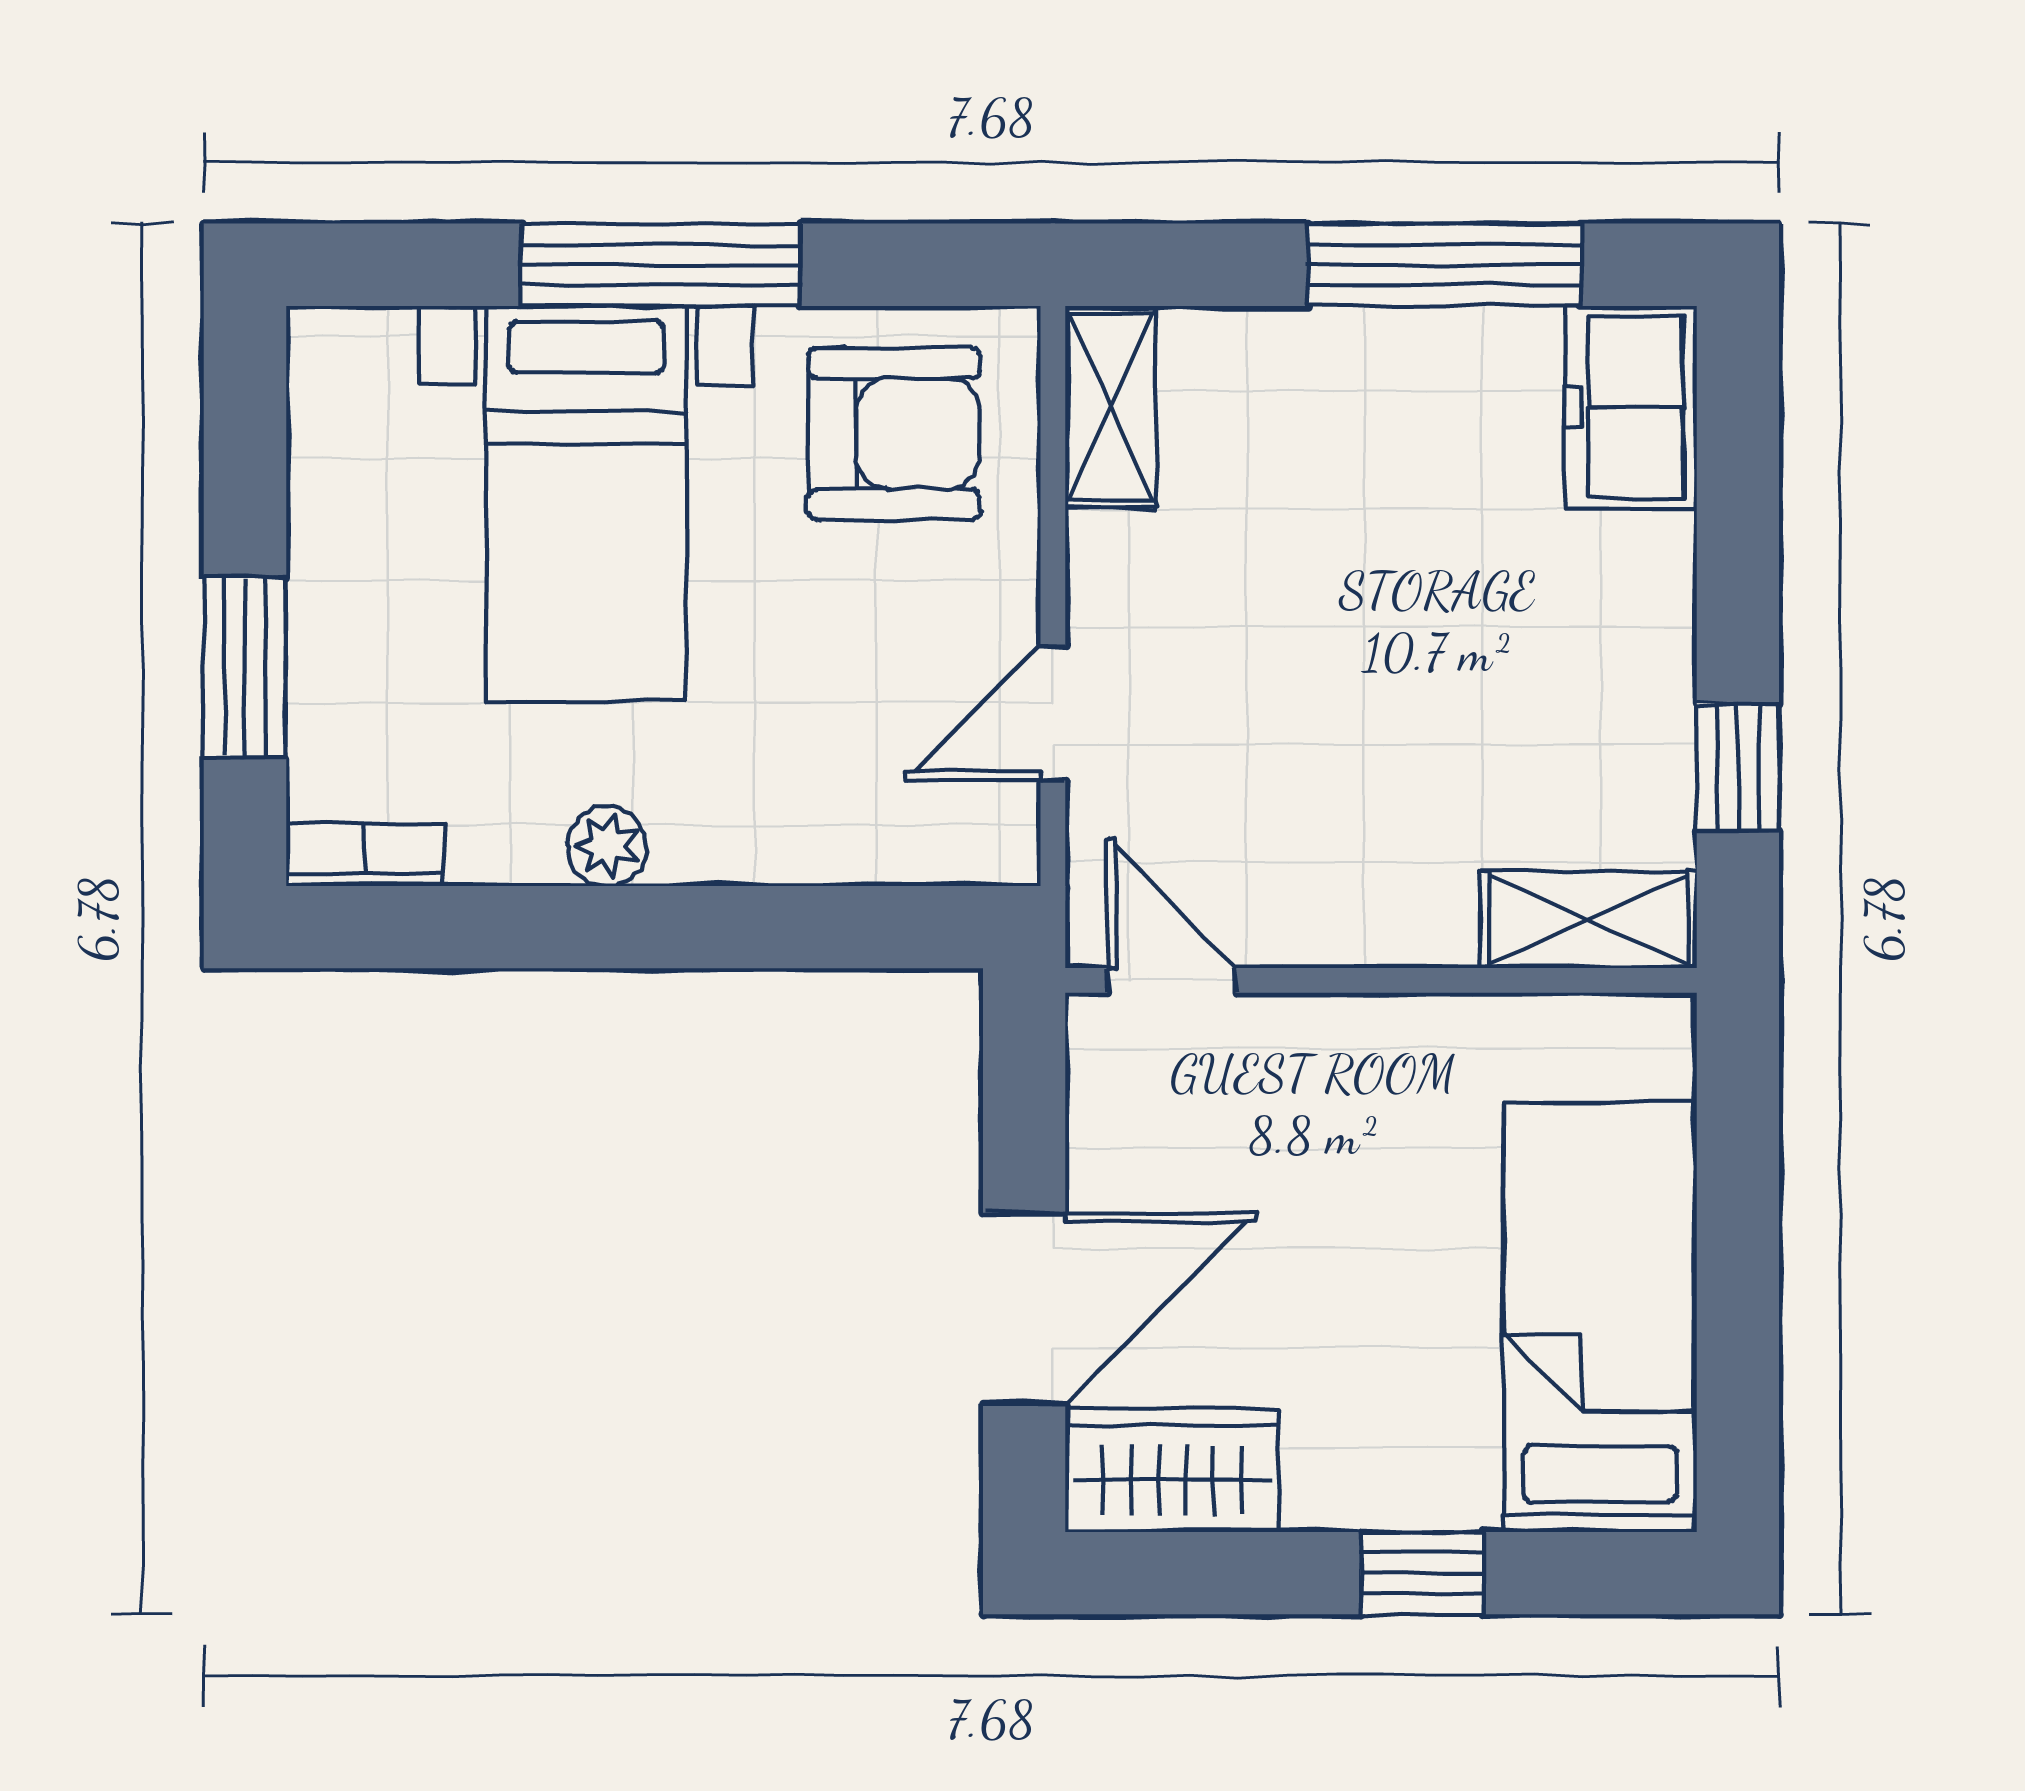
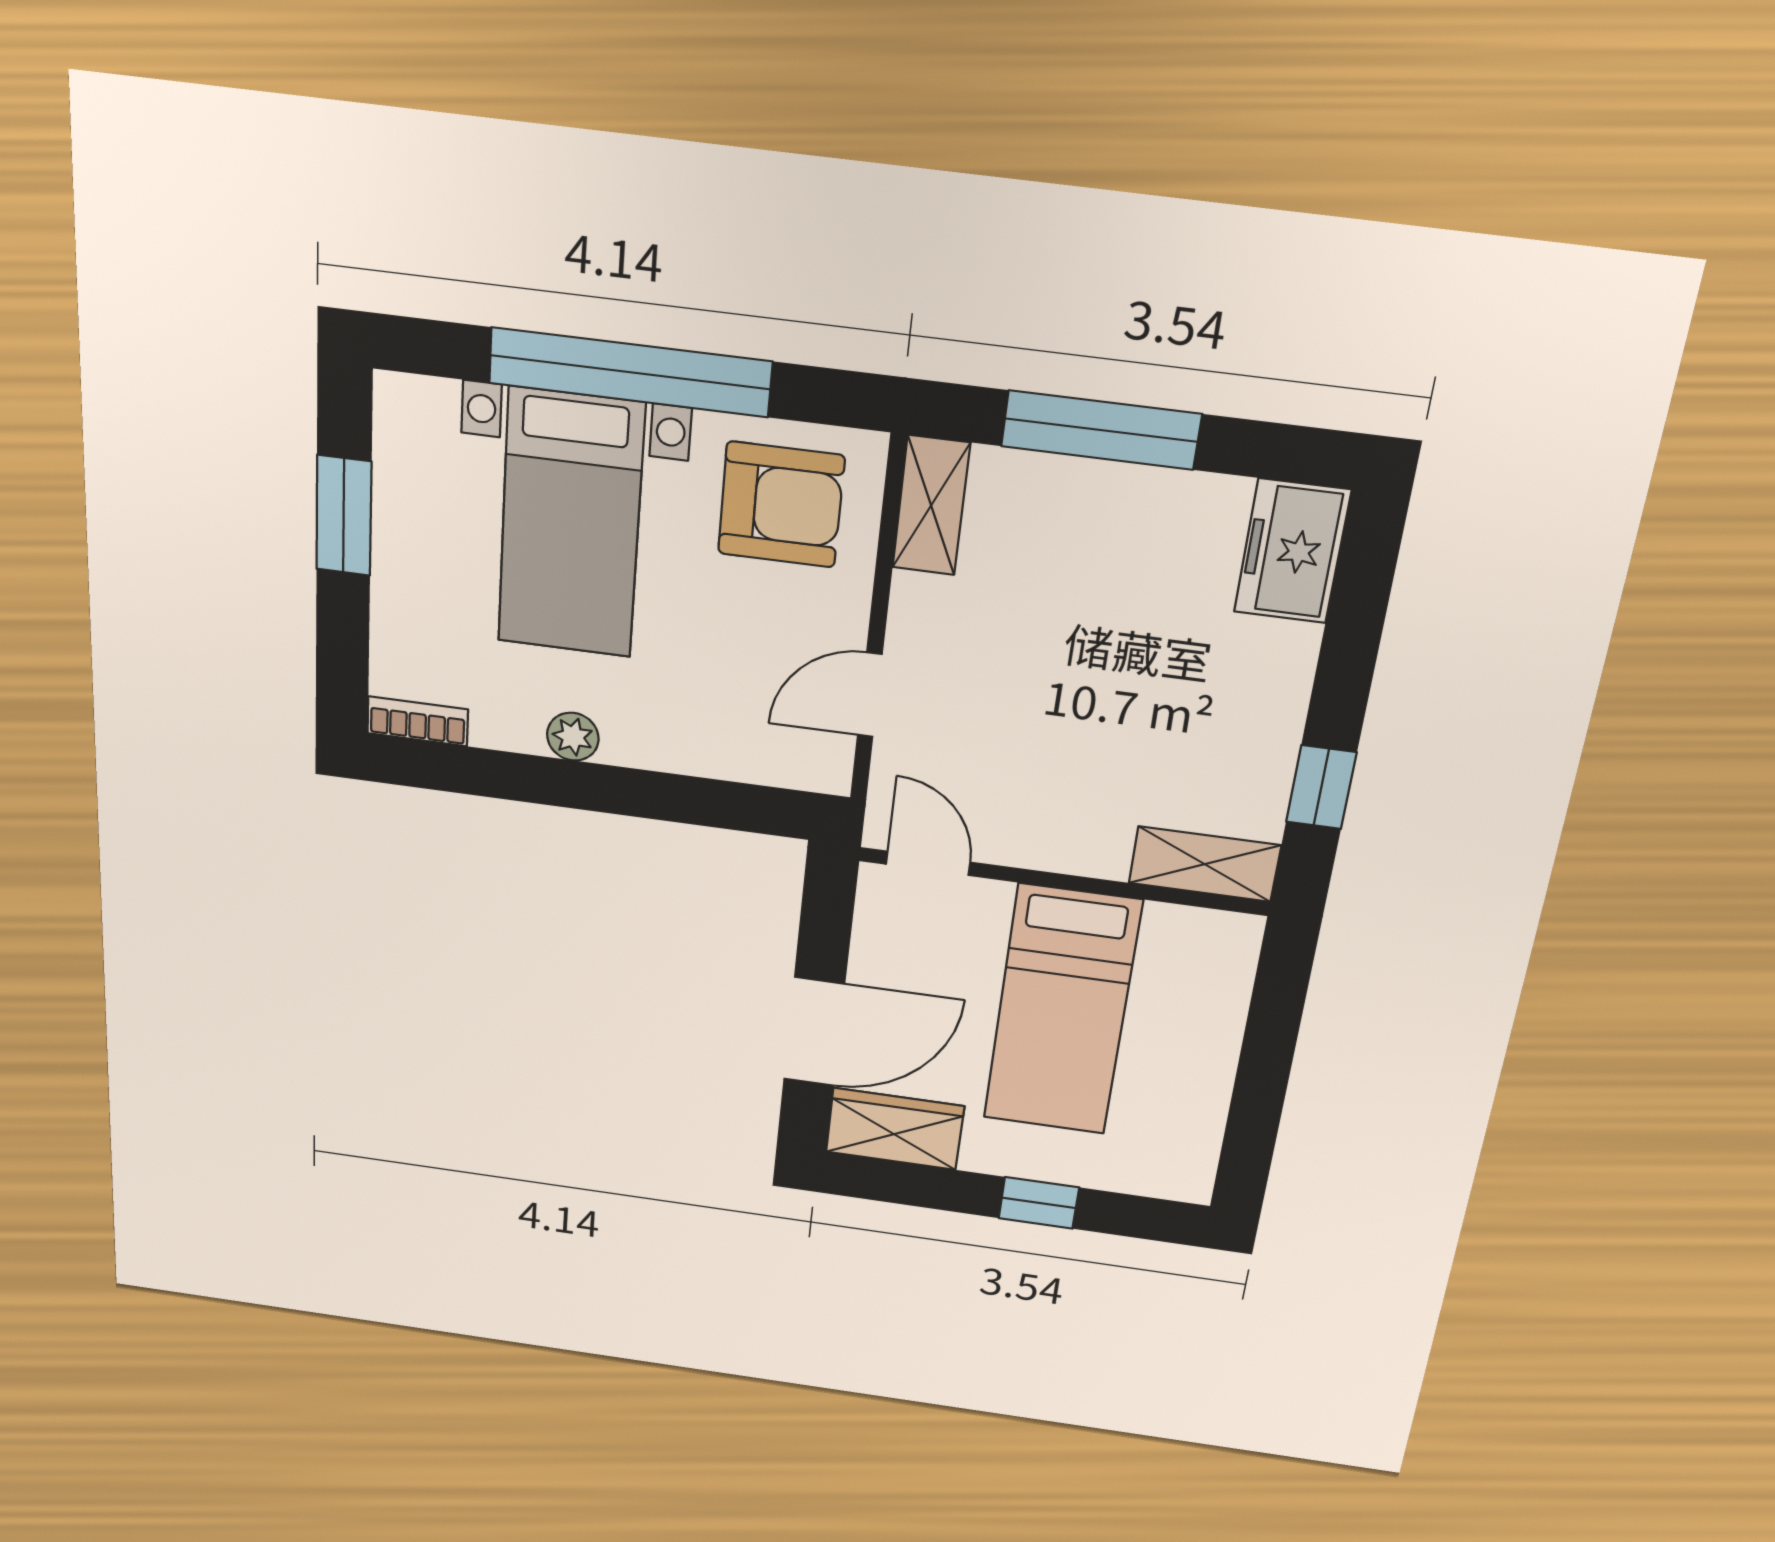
window: (661, 265) -> (630, 372), width x1.46
window: (1444, 265) -> (1101, 430), moved
window: (245, 668) -> (344, 516), moved
bed: (1600, 1317) -> (1062, 1011), moved, turned 180

